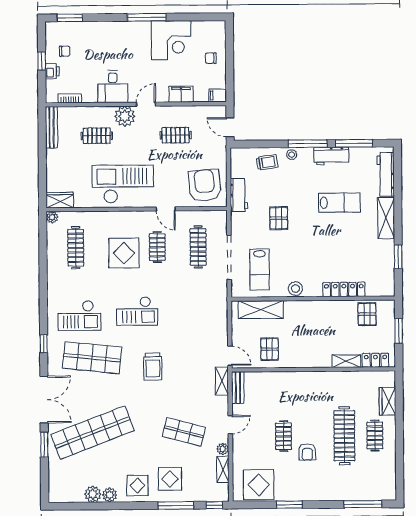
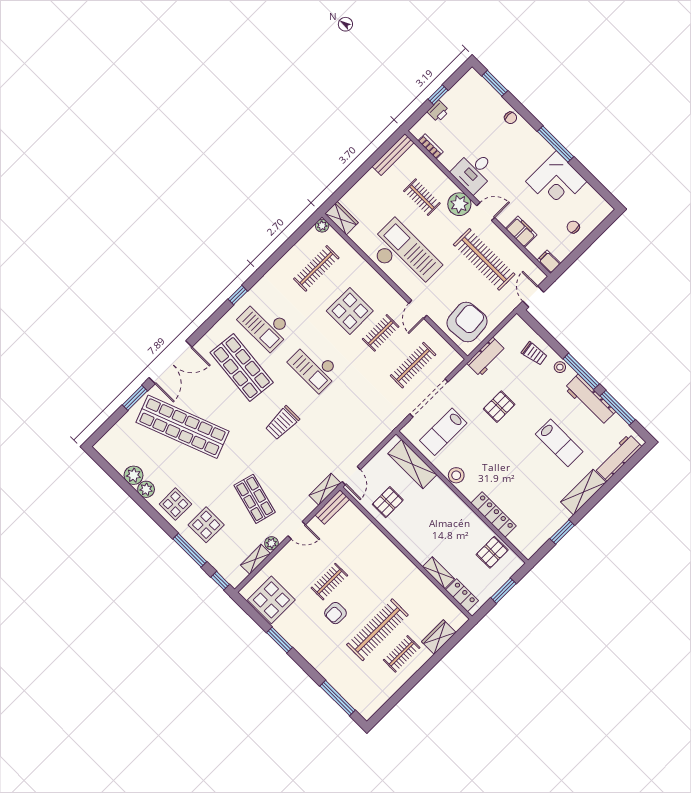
chair: (65, 51) -> (511, 118), moved
clothes rail: (176, 135) -> (484, 259), width x1.86, depth x1.31
workbench: (331, 156) -> (590, 400), width x1.38
window: (44, 344) -> (238, 295), moved

